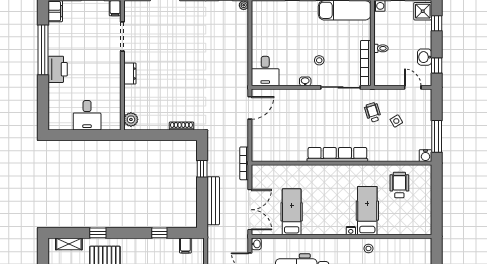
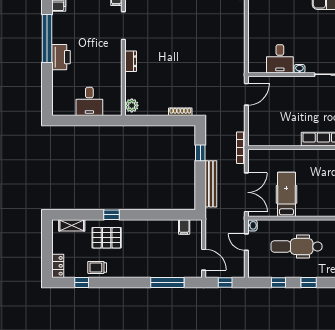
stool: (319, 60) -> (313, 48), removed
desk: (265, 71) -> (280, 59), moved
window: (98, 233) -> (111, 215), moved
window: (159, 233) -> (159, 215), removed

